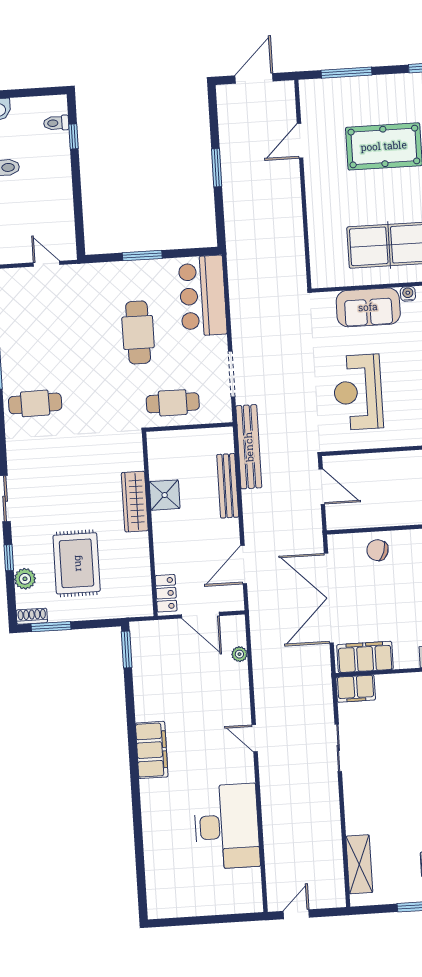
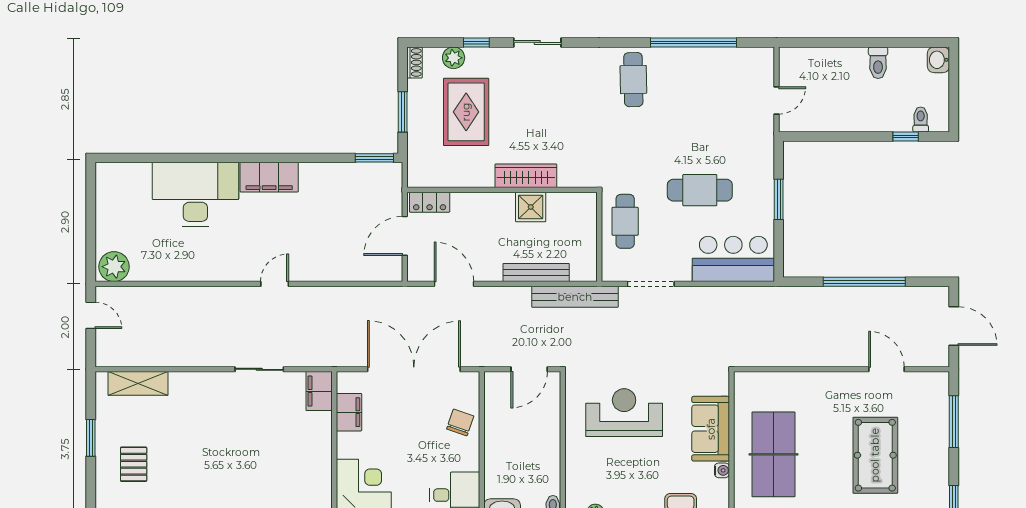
window: (217, 168) -> (864, 282), width x2.11
rug: (77, 563) -> (466, 112), turned 90
window: (51, 627) -> (403, 112), moved
plant: (239, 654) -> (114, 267), moved, width x1.88, depth x1.88
filing cabinet: (365, 657) -> (349, 412), width x0.67, depth x0.86
desk: (227, 827) -> (195, 194), moved, turned 180

